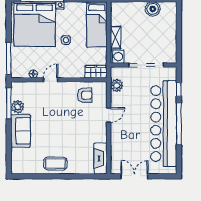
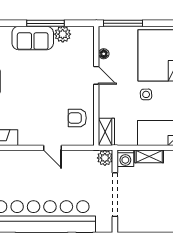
plant: (117, 85) -> (105, 158), moved
armchair: (85, 95) -> (77, 118), turned 90
window: (9, 103) -> (46, 23), moved

